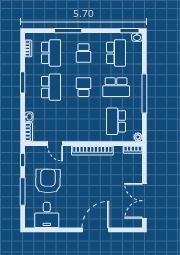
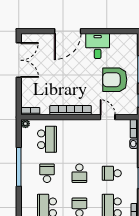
school desk: (51, 87) -> (112, 173), width x0.54
school desk: (116, 87) -> (47, 173), width x0.54
armchair: (48, 181) -> (115, 80), turned 89
desk: (47, 215) -> (98, 46), moved

